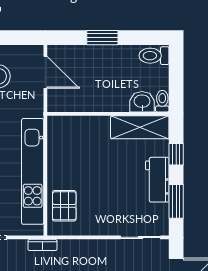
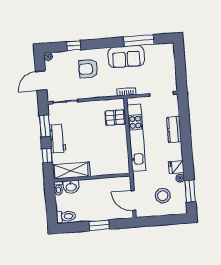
pallet: (64, 206) -> (115, 118), turned 90

